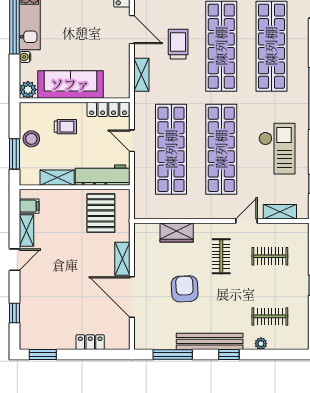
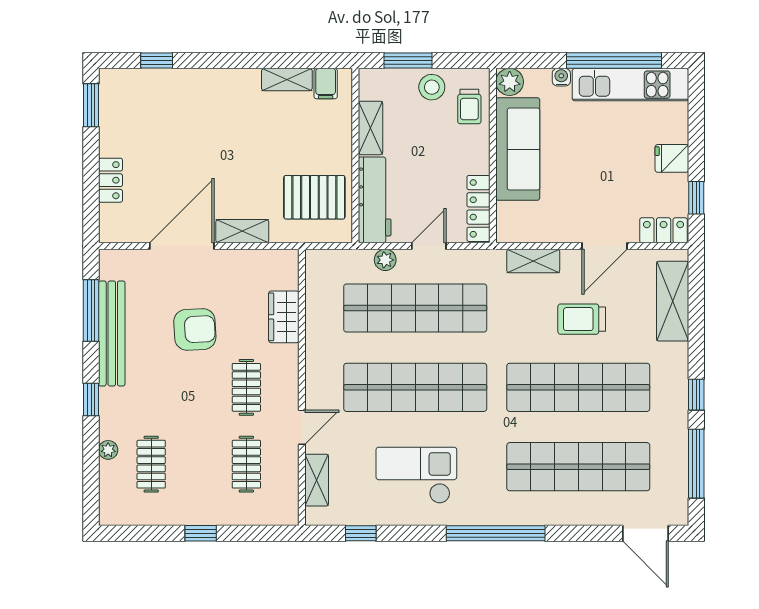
trolley: (178, 44) -> (582, 319), turned 180
trolley: (65, 127) -> (469, 107), moved
checkout: (277, 149) -> (416, 475), turned 180
plant: (141, 168) -> (385, 260), added
door: (247, 221) -> (302, 427), hinge flipped
clothes rail: (221, 256) -> (246, 387), turned 90
door: (15, 260) -> (241, 61), removed
bench: (210, 341) -> (112, 333), moved

